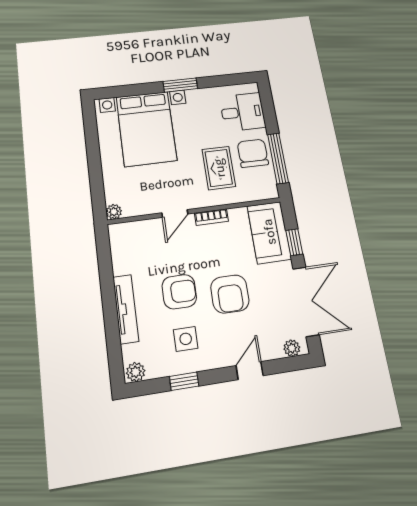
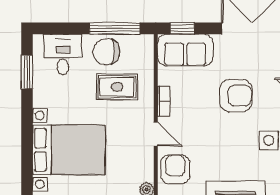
window: (180, 85) -> (27, 72), moved
window: (294, 242) -> (182, 28), moved
armchair: (179, 292) -> (175, 169), moved

